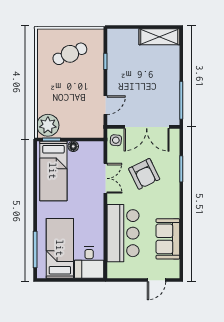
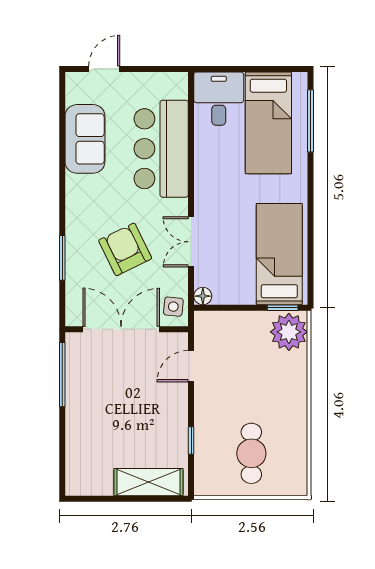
shelving: (159, 37) -> (149, 482), moved
cafe table: (70, 54) -> (251, 453), turned -66
floor lamp: (73, 146) -> (203, 296), moved

